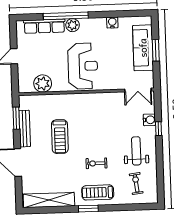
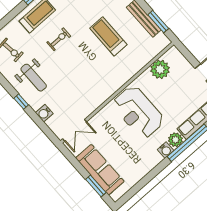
water cooler: (112, 23) -> (166, 150), moved
window: (156, 50) -> (96, 186), moved
double door: (138, 90) -> (75, 130), swing flipped
window: (158, 129) -> (21, 102), moved

